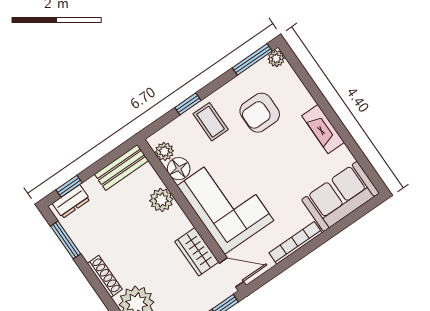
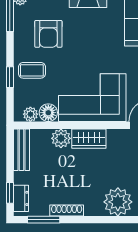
wardrobe: (197, 252) -> (89, 139), moved
shoe rack: (105, 276) -> (67, 210), moved

